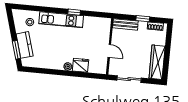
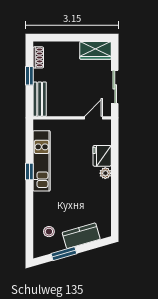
kitchen unit: (61, 20) -> (42, 161), moved
window: (16, 50) -> (64, 254), moved
door: (109, 51) -> (93, 118), moved
wardrobe: (157, 62) -> (96, 50), width x0.67

